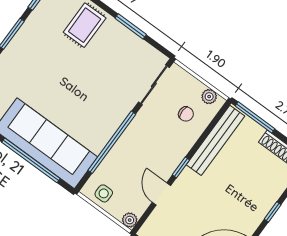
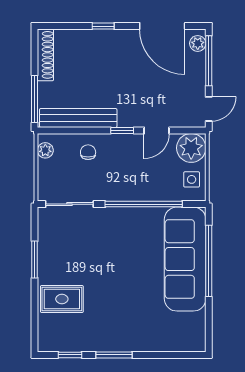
chair: (186, 114) -> (88, 152), moved
plant: (130, 220) -> (191, 148), width x1.88, depth x1.88

